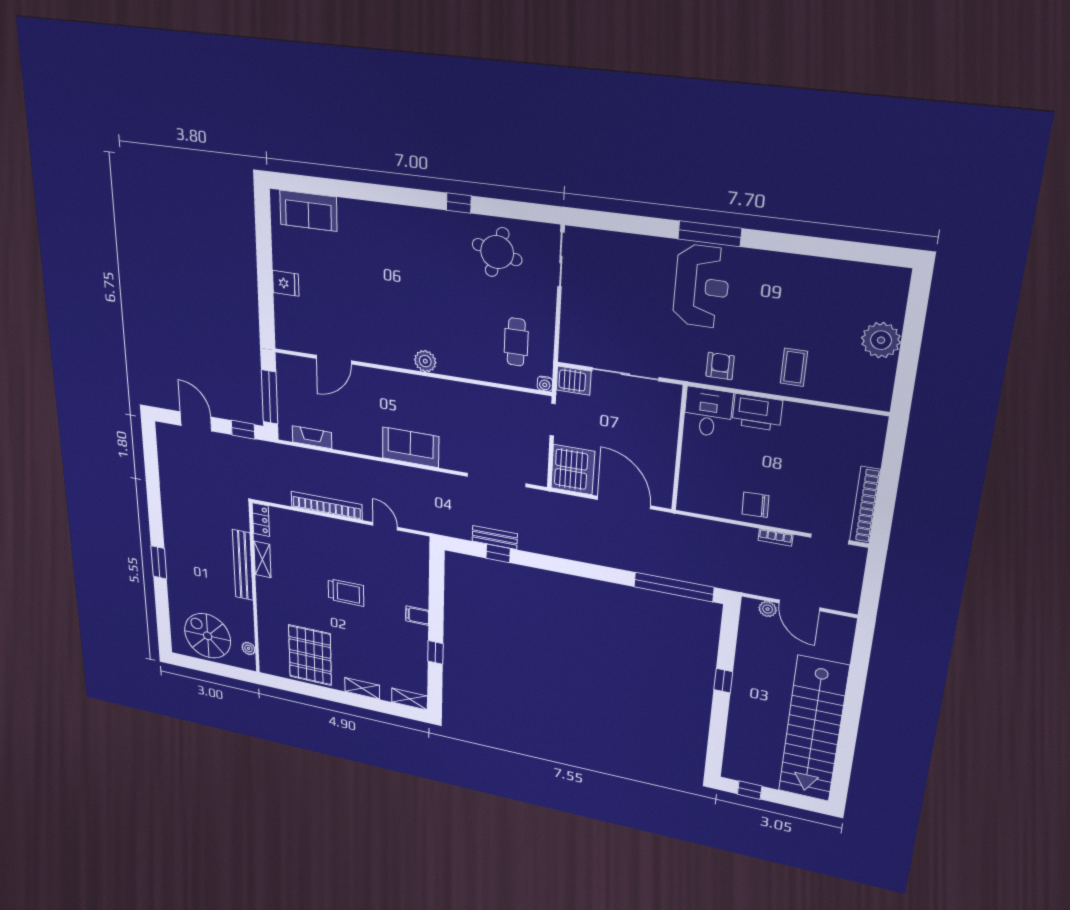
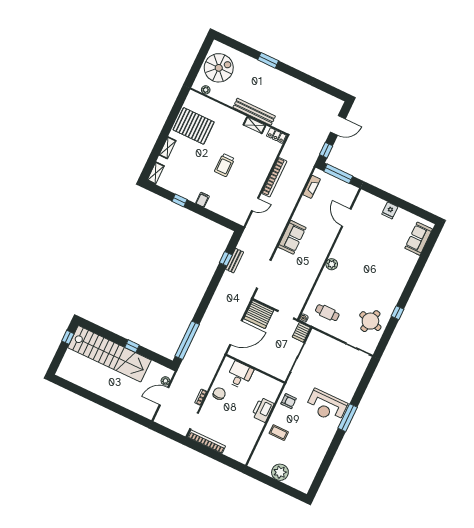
desk: (708, 412) -> (240, 375), moved, turned -90
stairs: (813, 729) -> (109, 354), moved, turned 180

